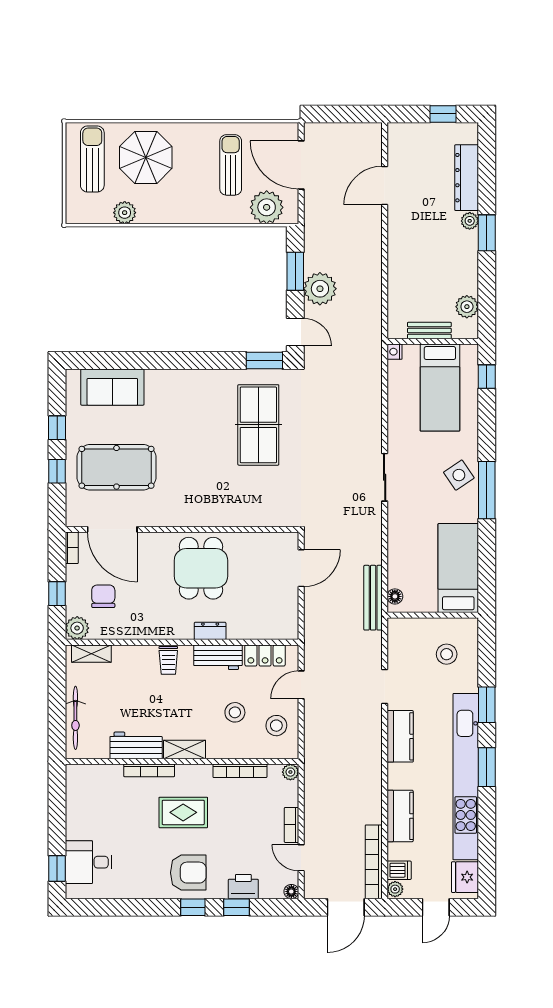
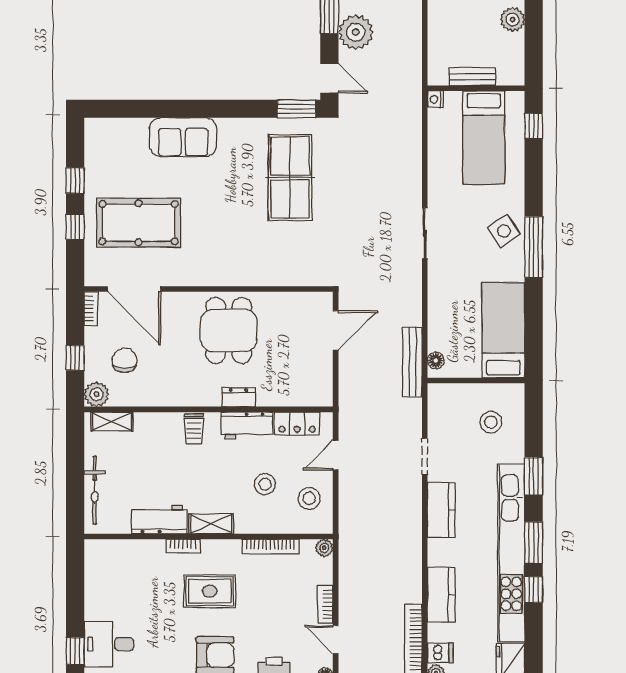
plant: (467, 307) -> (513, 19), moved
sofa: (112, 387) -> (183, 137), moved
bookcase: (149, 770) -> (183, 546), width x0.64
window: (487, 811) -> (534, 590), added

